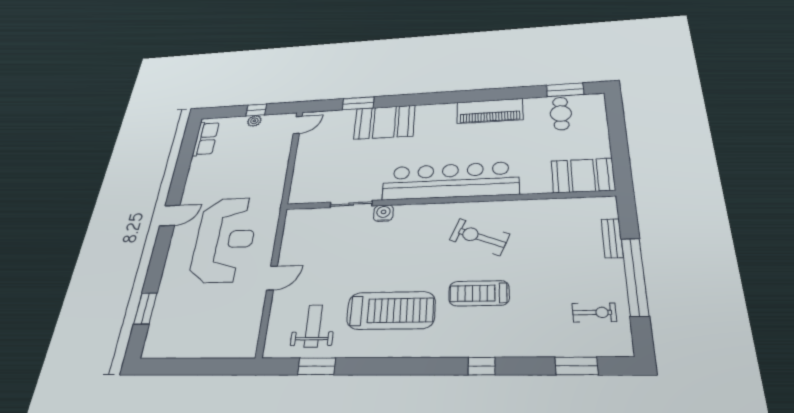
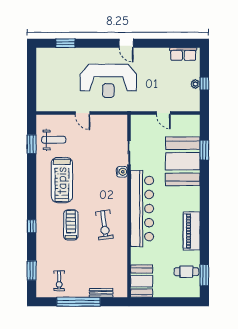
booth: (384, 122) -> (183, 161), width x1.36, depth x1.42
door: (298, 125) -> (163, 113), moved
exercise bike: (479, 237) -> (104, 225), turned 151

